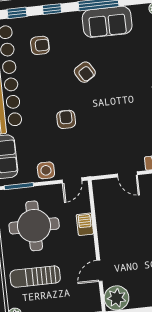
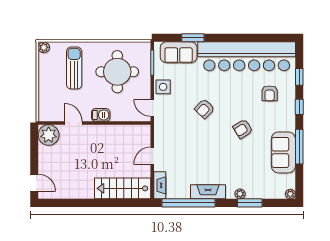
armchair: (66, 119) -> (204, 109), turned 134
barbecue: (85, 224) -> (101, 115), moved

